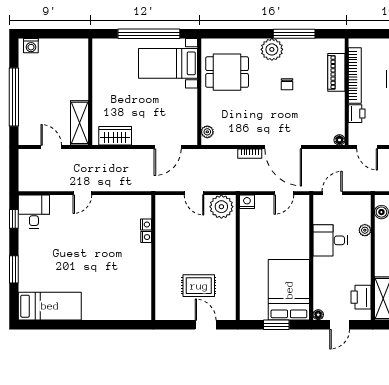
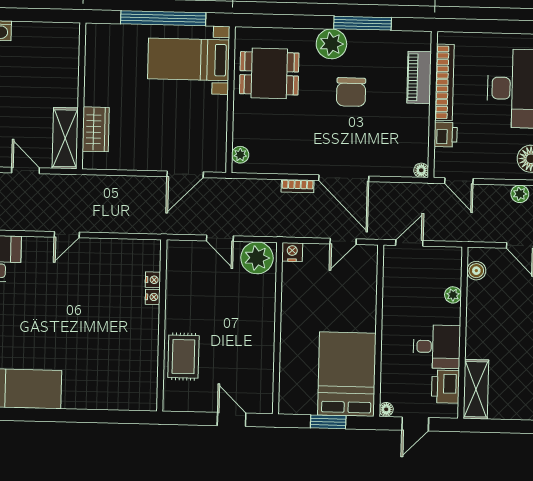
chair: (287, 84) -> (351, 92), width x1.87, depth x1.87
wardrobe: (115, 136) -> (96, 129), moved, turned 90
desk: (330, 240) -> (437, 347), moved, turned 180
rug: (199, 286) -> (183, 357), moved, turned 90

